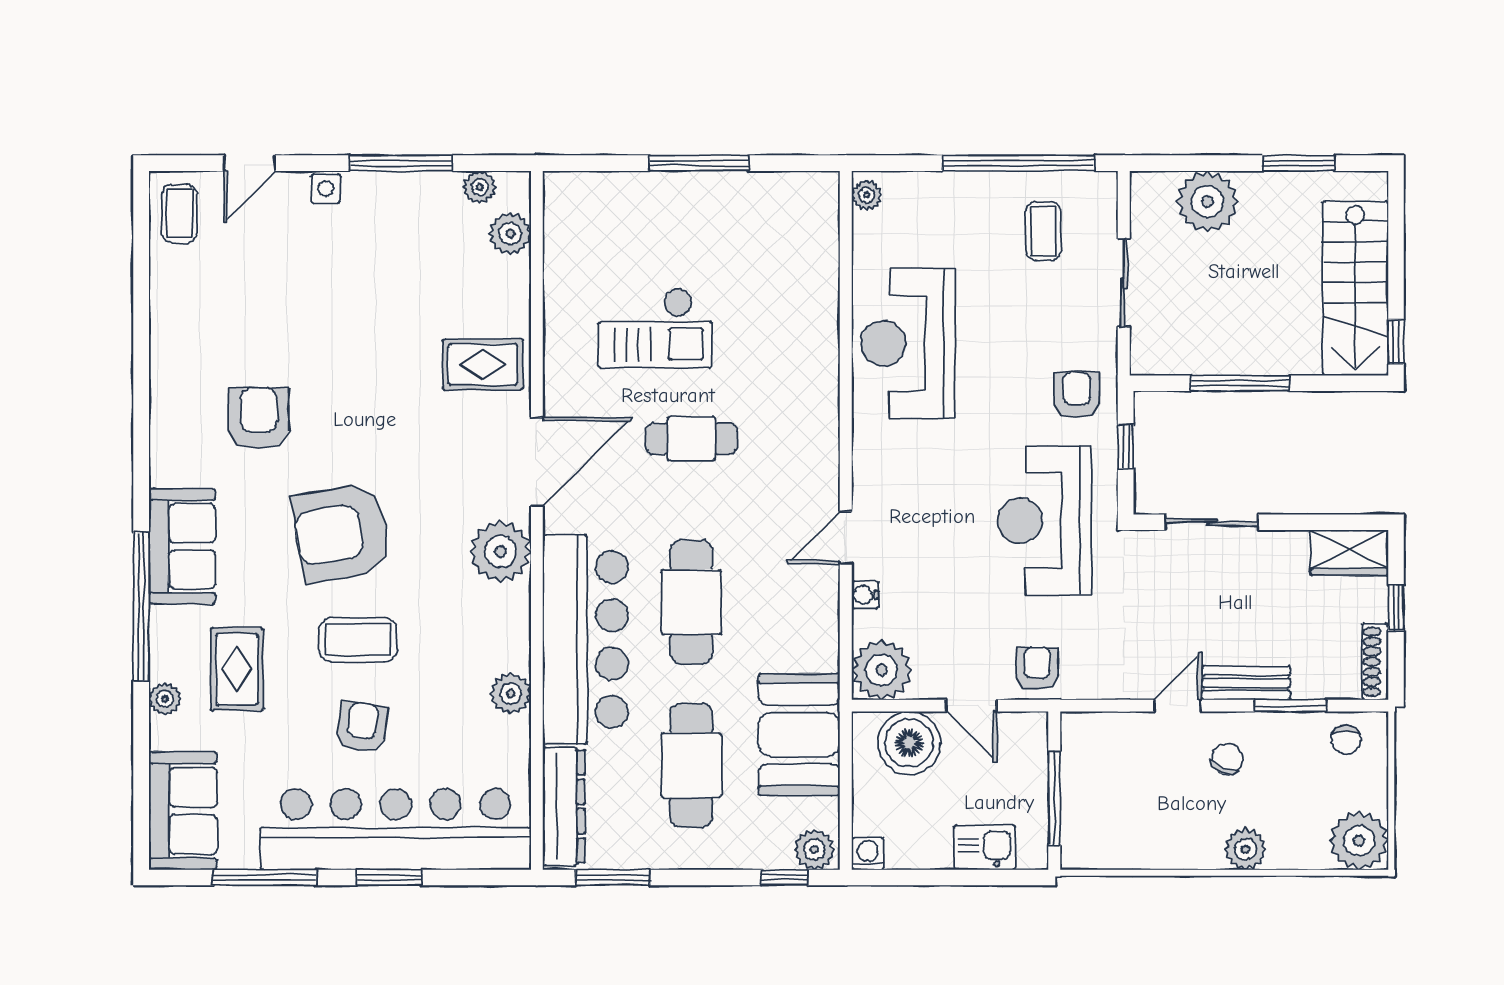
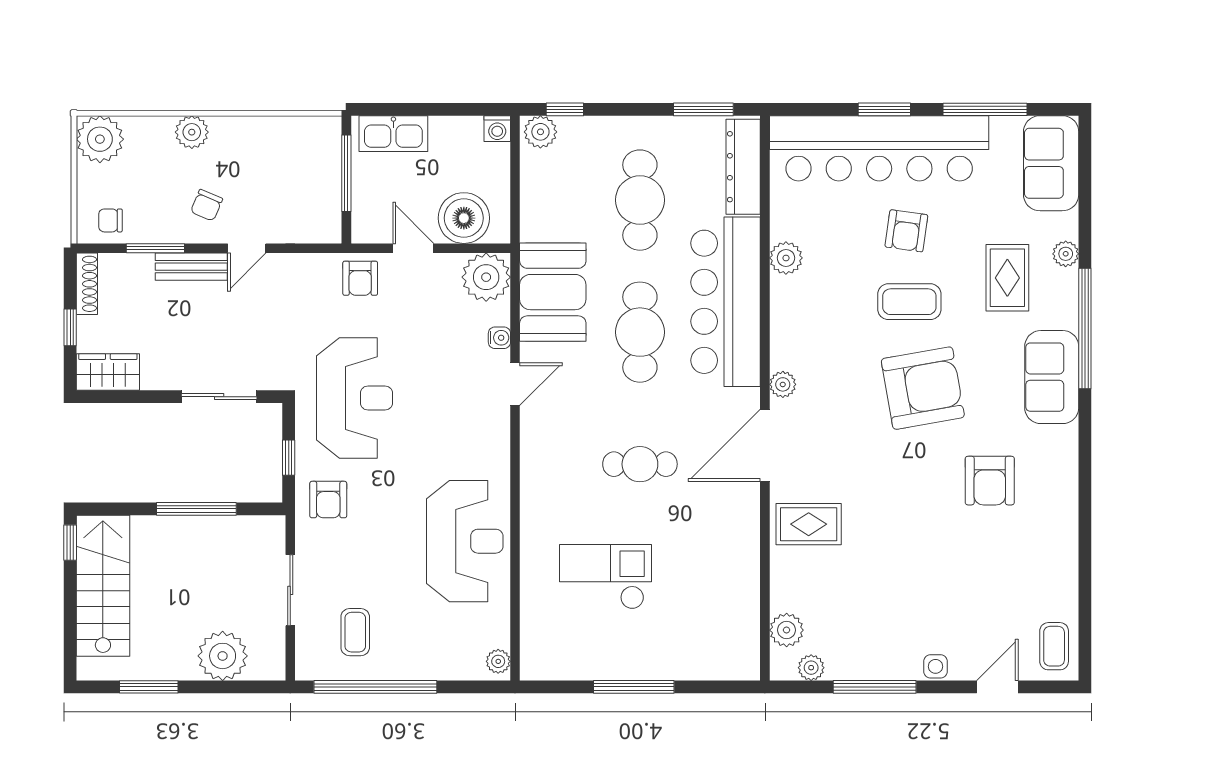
checkout: (655, 328) -> (606, 577), moved
plant: (500, 552) -> (783, 384), width x0.53, depth x0.53
booth: (799, 735) -> (553, 292), moved
chair: (1346, 740) -> (110, 220), turned -90
kitchen sink: (985, 847) -> (393, 134), width x1.38

